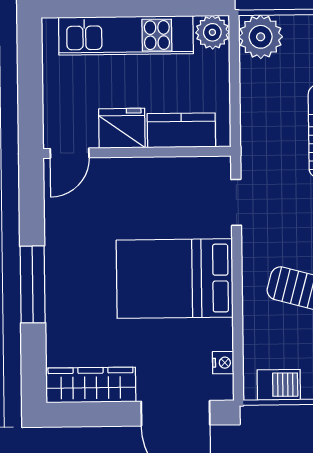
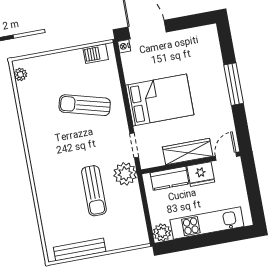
plant: (261, 37) -> (125, 174), moved
nightstand: (223, 363) -> (124, 46), moved
wardrobe: (91, 385) -> (188, 152), moved, turned 180

